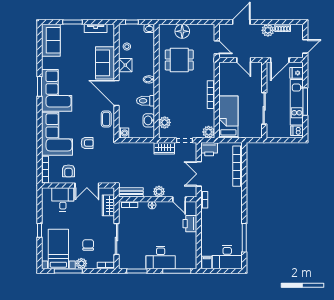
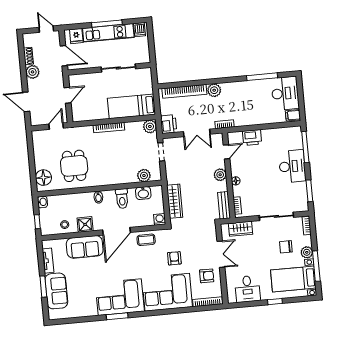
floor lamp: (182, 31) -> (43, 178), moved
sofa: (51, 40) -> (56, 291), moved, turned 90
wardrobe: (164, 148) -> (175, 201), moved, width x1.50
plant: (236, 193) -> (214, 90), added
desk: (63, 199) -> (247, 289), moved, turned -90

